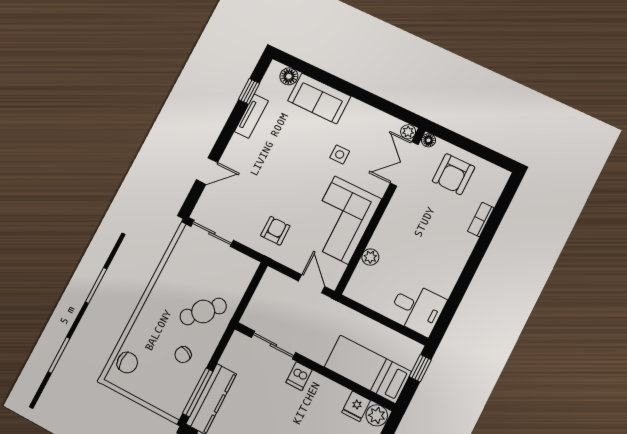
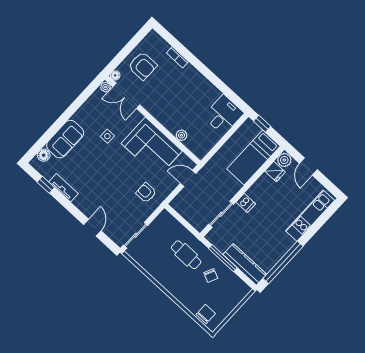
cafe table: (203, 311) -> (186, 255), turned -44
window: (198, 392) -> (223, 258), moved

